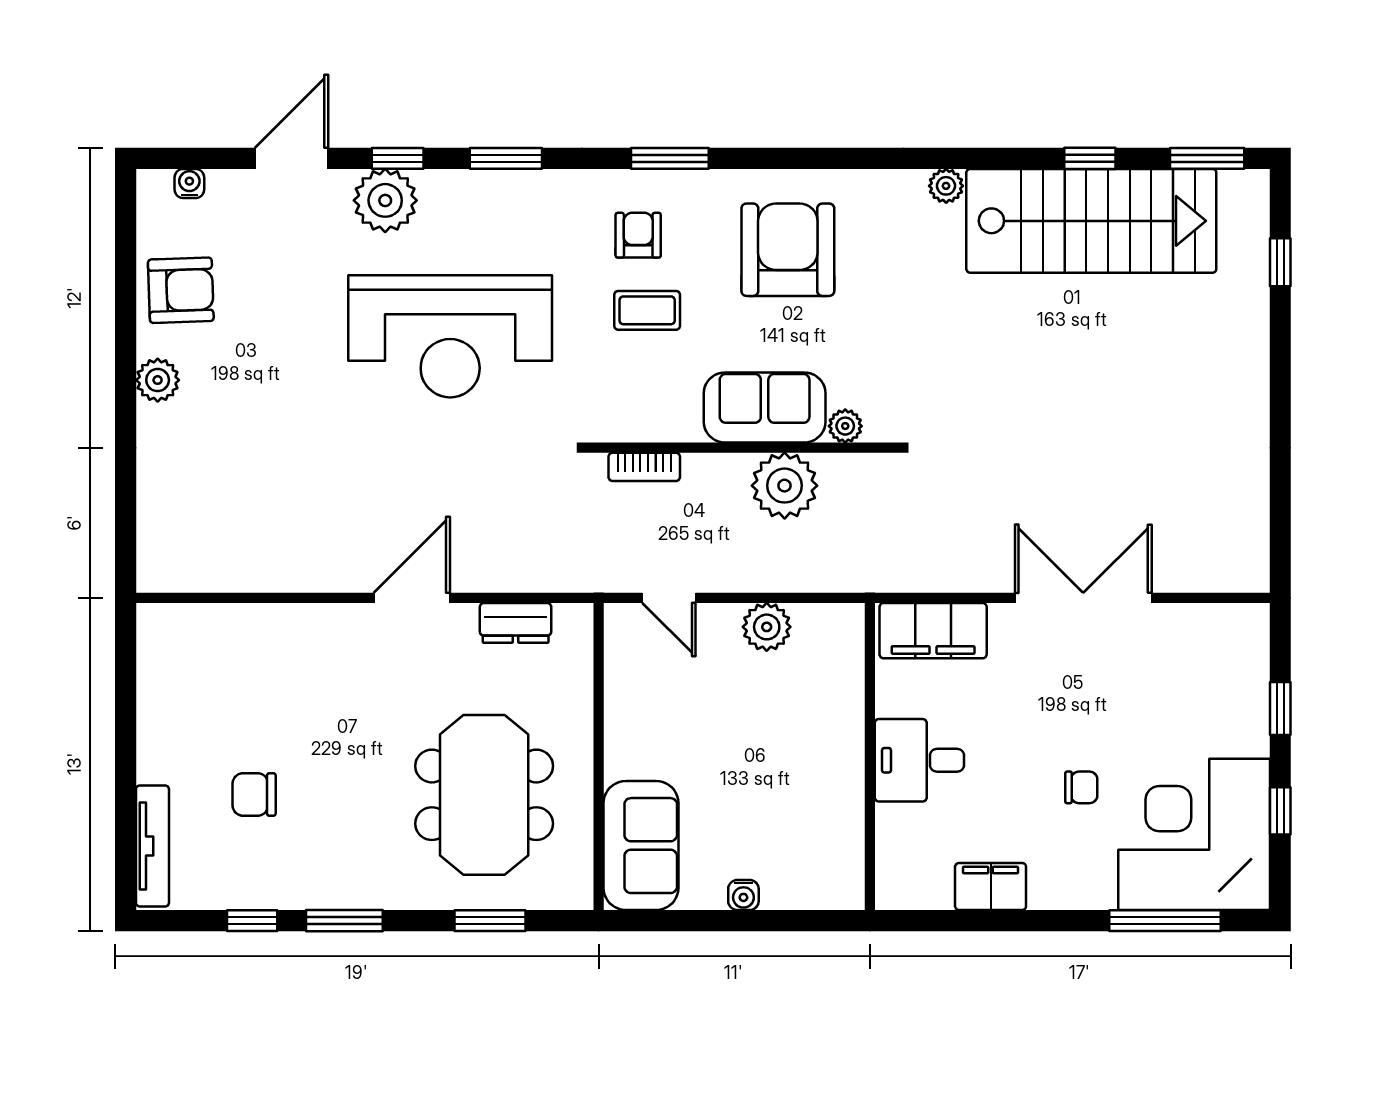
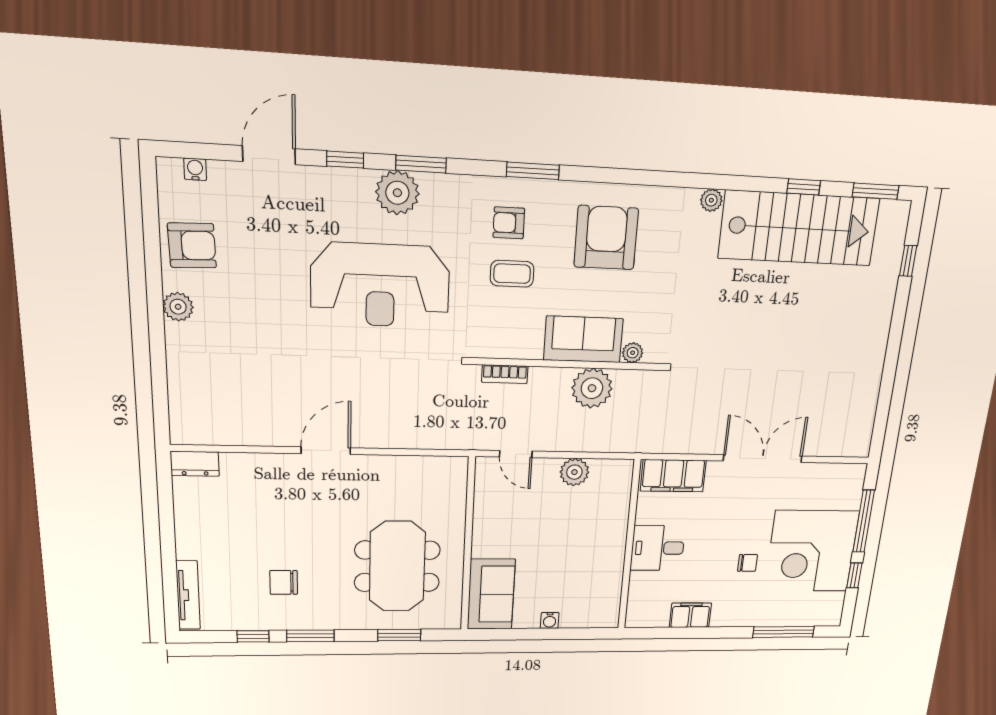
plant: (385, 200) -> (397, 193), moved
armchair: (638, 235) -> (509, 223), turned -90
door: (412, 598) -> (326, 451), moved
dresser: (516, 623) -> (195, 464), moved
window: (1280, 708) -> (864, 521), width x2.17
chair: (254, 794) -> (284, 582), moved
corner desk: (1194, 834) -> (812, 551), moved, turned -90

